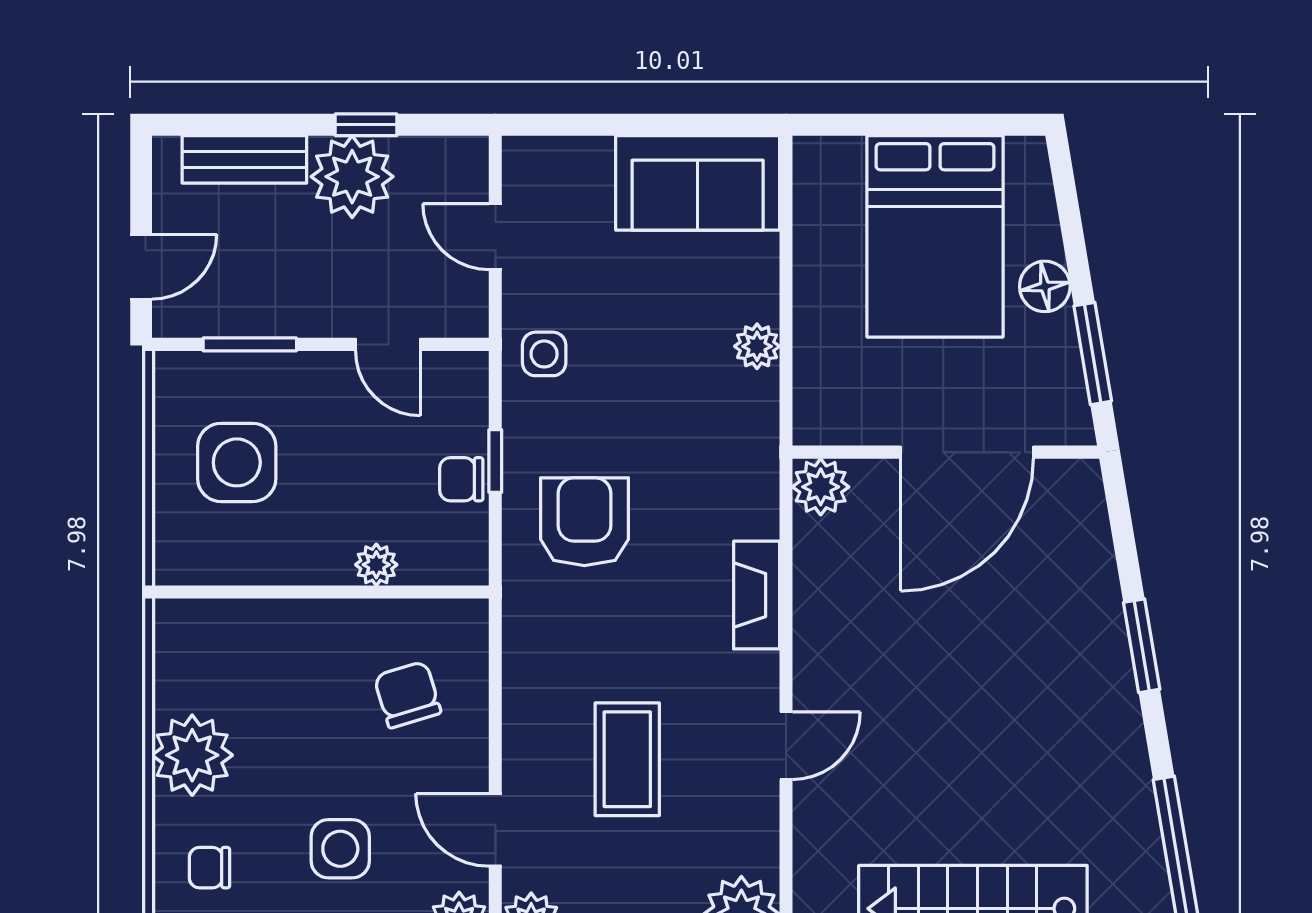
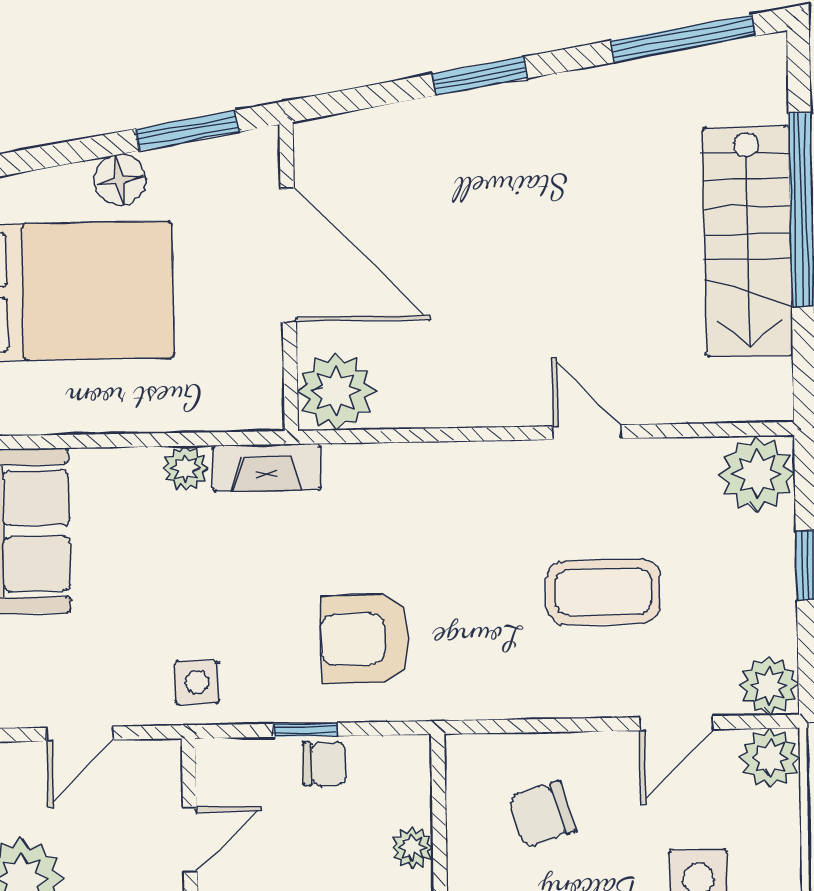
chair: (461, 479) -> (325, 764), turned -90
plant: (821, 487) -> (336, 391), width x1.36, depth x1.36
fireplace: (757, 595) -> (267, 468), moved

